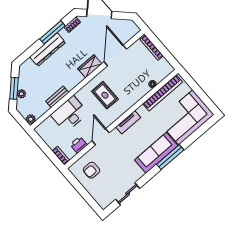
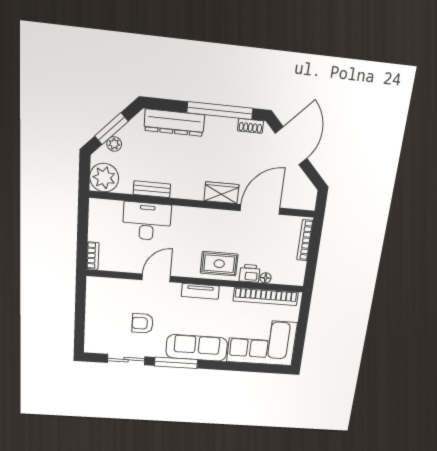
window: (52, 32) -> (220, 110), width x1.46
dresser: (48, 50) -> (174, 123), moved
rug: (105, 95) -> (219, 264), moved, turned 90
plant: (31, 119) -> (104, 178), width x1.88, depth x1.88
printer: (79, 145) -> (250, 273), moved
window: (170, 157) -> (176, 363), moved
armchair: (92, 170) -> (143, 323), moved

